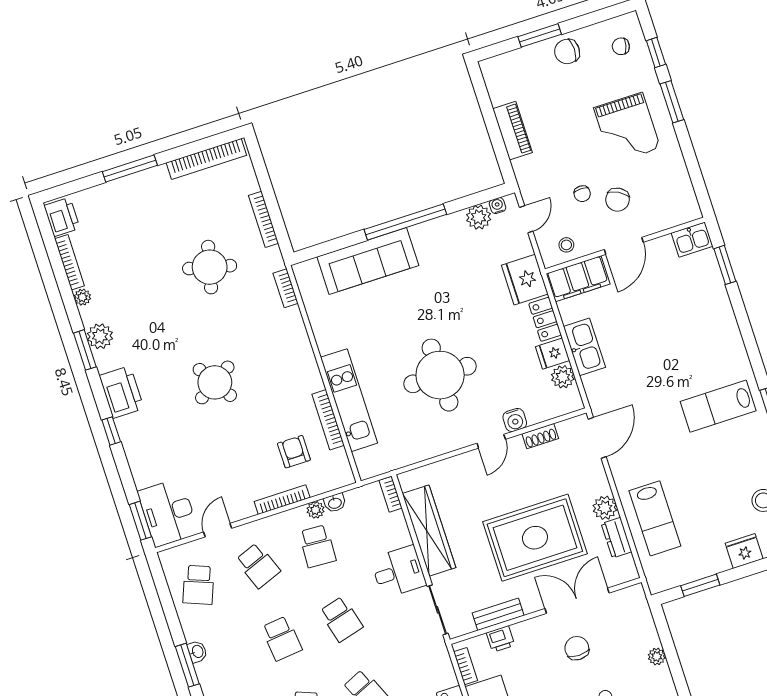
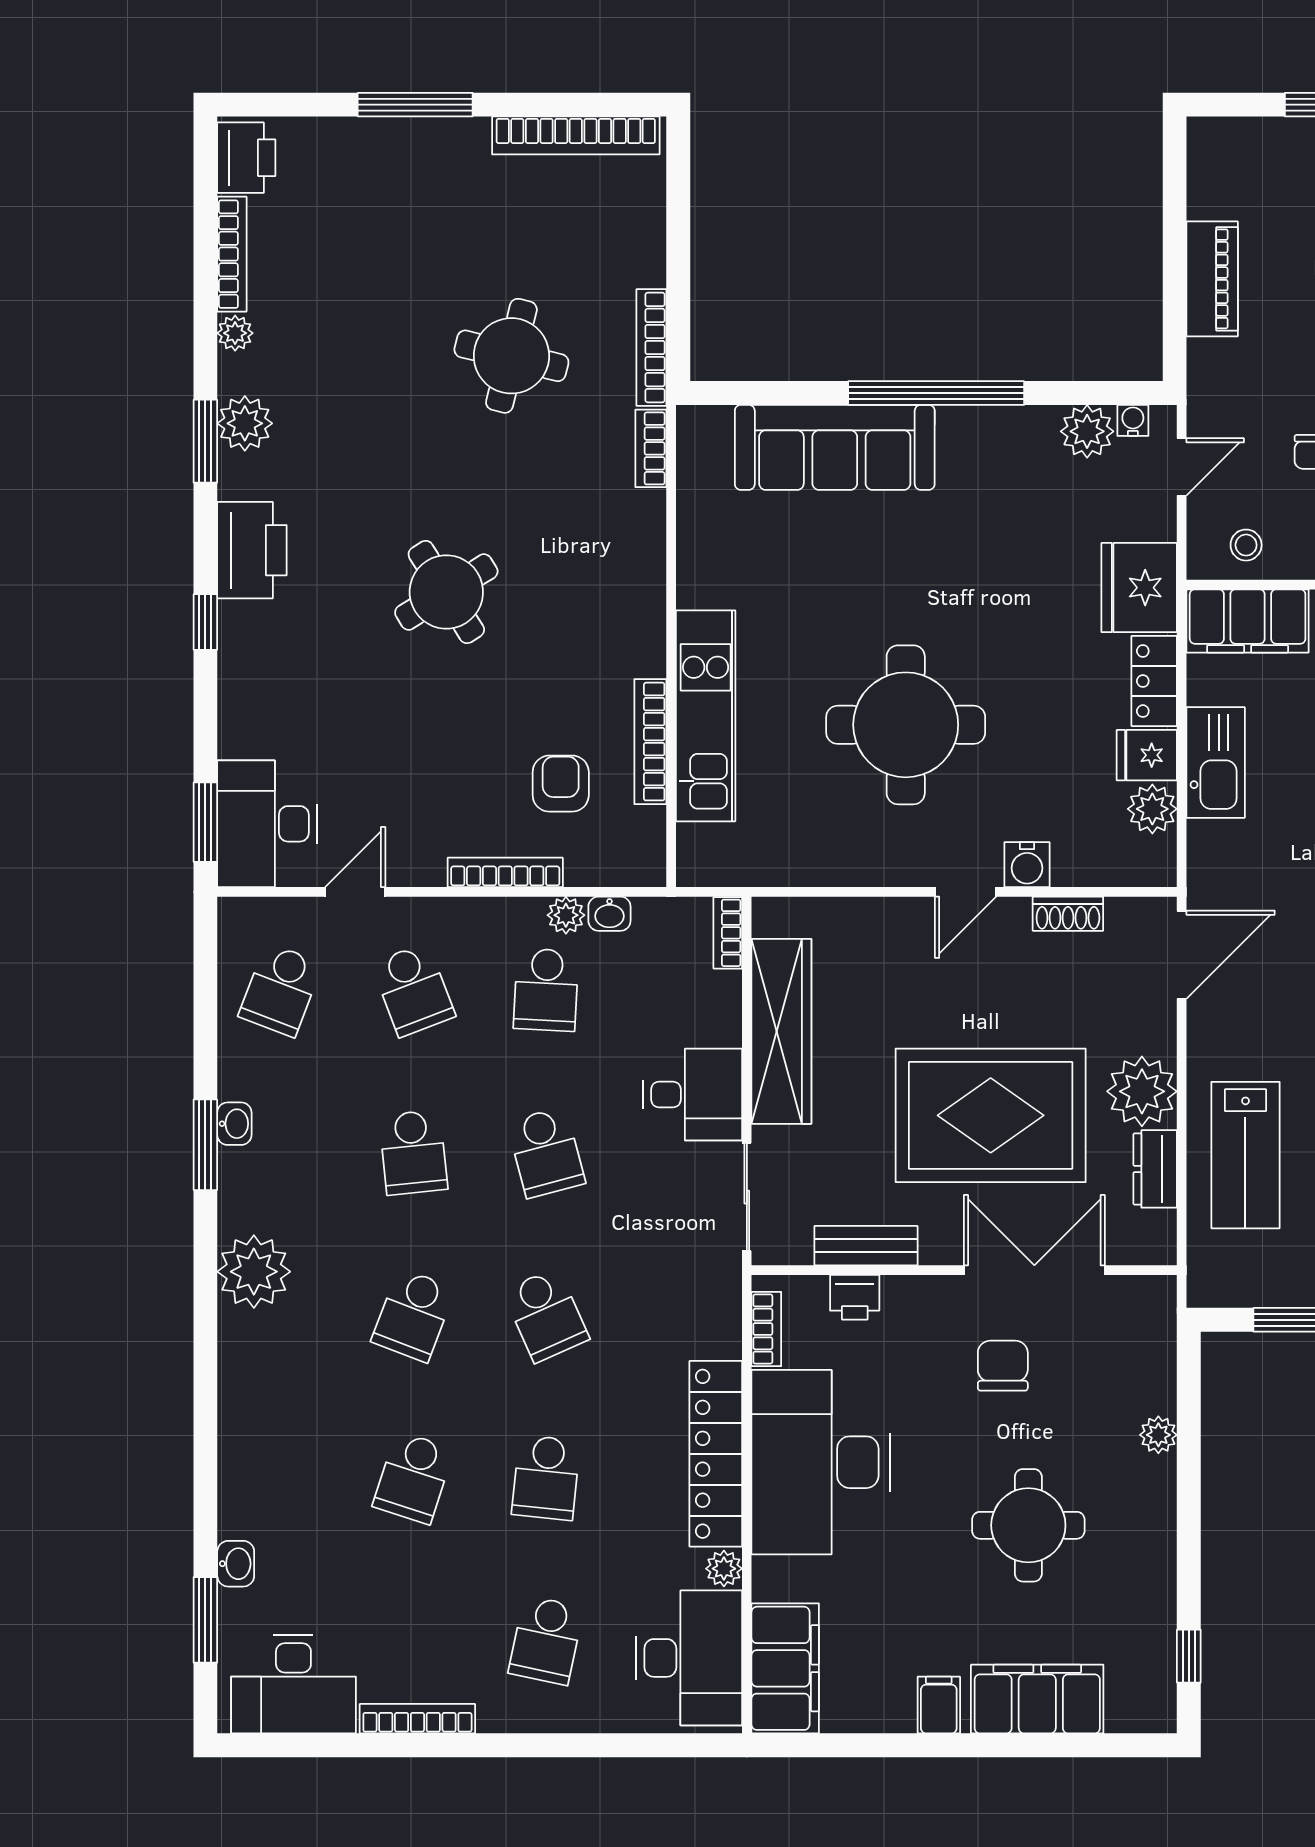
bookcase: (263, 219) -> (651, 347), moved
plant: (605, 508) -> (1142, 1091), width x1.36, depth x1.36

